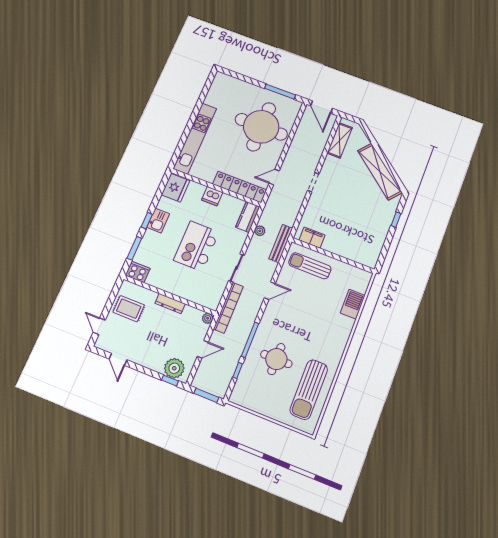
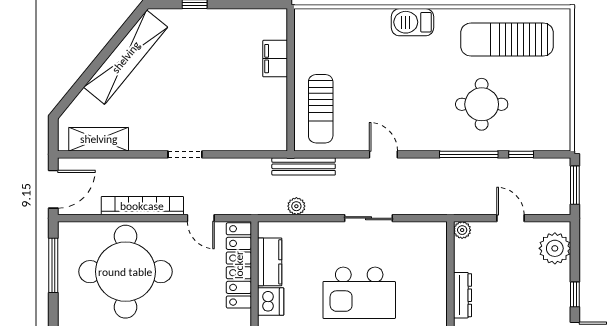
kitchen counter: (248, 217) -> (270, 262), moved, turned -90
filing cabinet: (312, 238) -> (275, 59), moved
barbecue: (353, 304) -> (412, 22), moved
bookcase: (228, 308) -> (142, 206), moved
window: (170, 381) -> (575, 294), moved
sun lounger: (309, 389) -> (507, 40), turned 180

